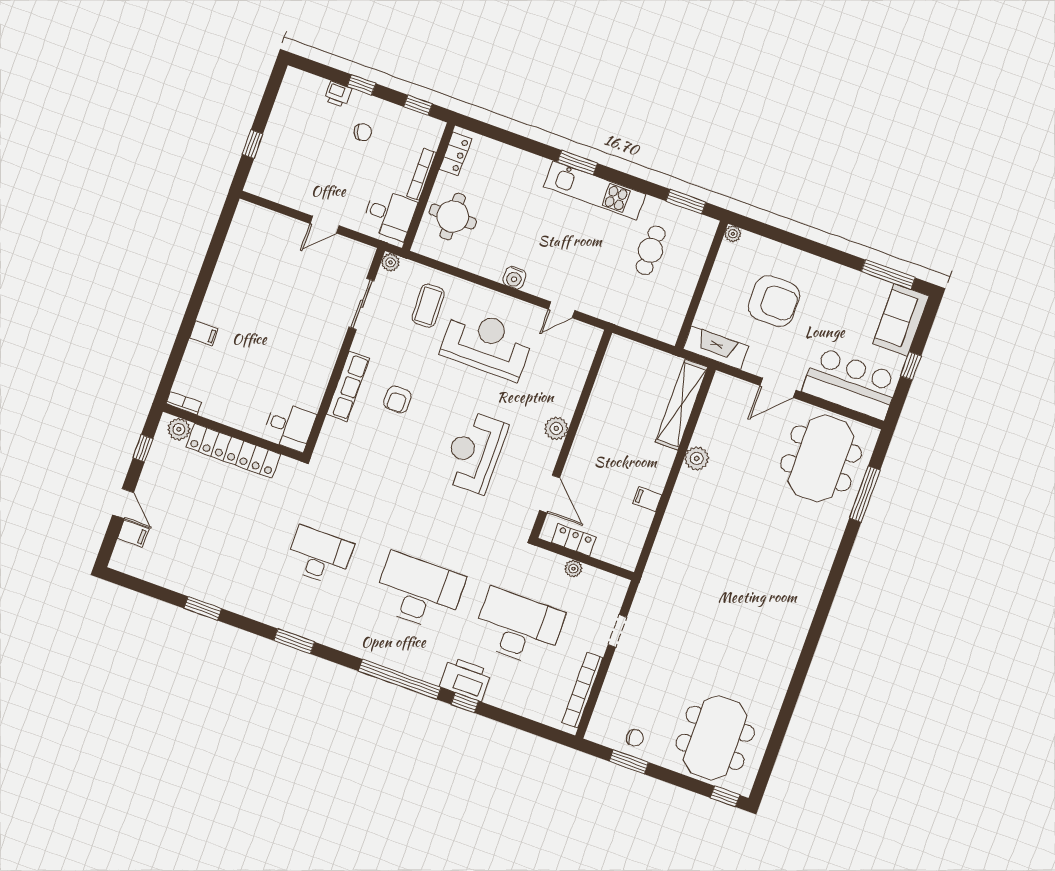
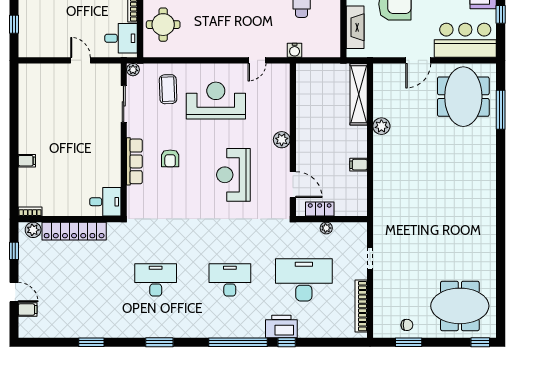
door: (325, 225) -> (81, 60), swing flipped
water cooler: (515, 278) -> (295, 50), moved
fireplace: (716, 348) -> (355, 27), moved, turned 90
desk: (419, 592) -> (230, 280), width x0.73, depth x0.77
meeting table: (715, 738) -> (460, 306), turned 90

